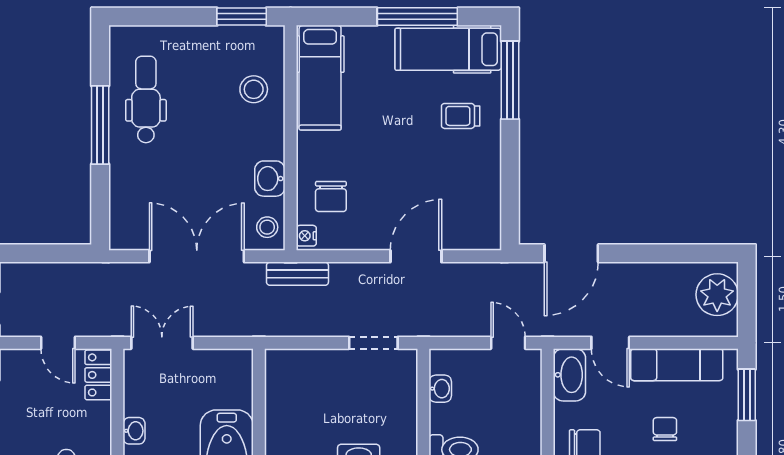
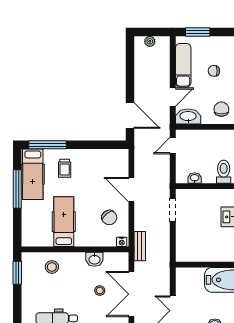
hospital bed: (320, 78) -> (64, 222), moved, turned -90
chair: (331, 197) -> (109, 218), moved, turned 51
stool: (267, 227) -> (100, 291), moved
plant: (717, 295) -> (150, 41), width x0.53, depth x0.53

